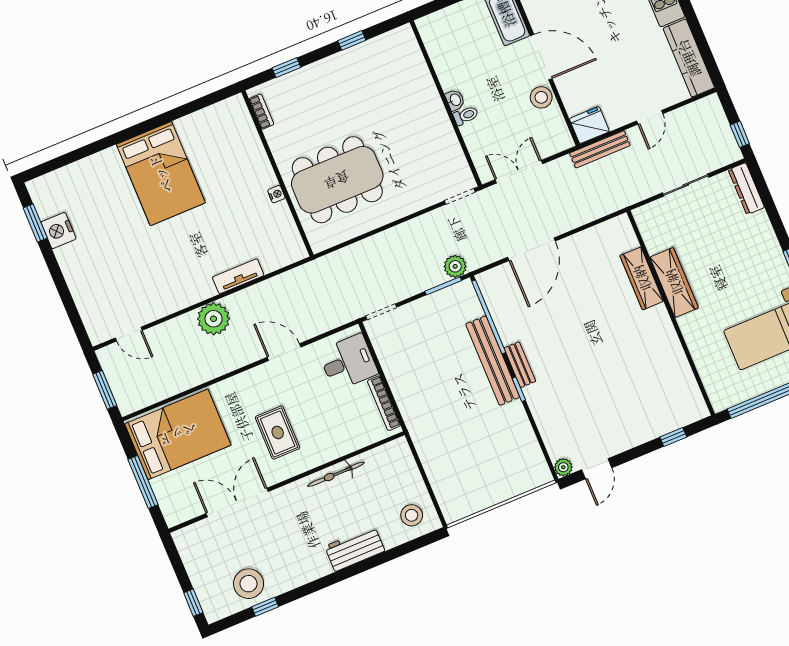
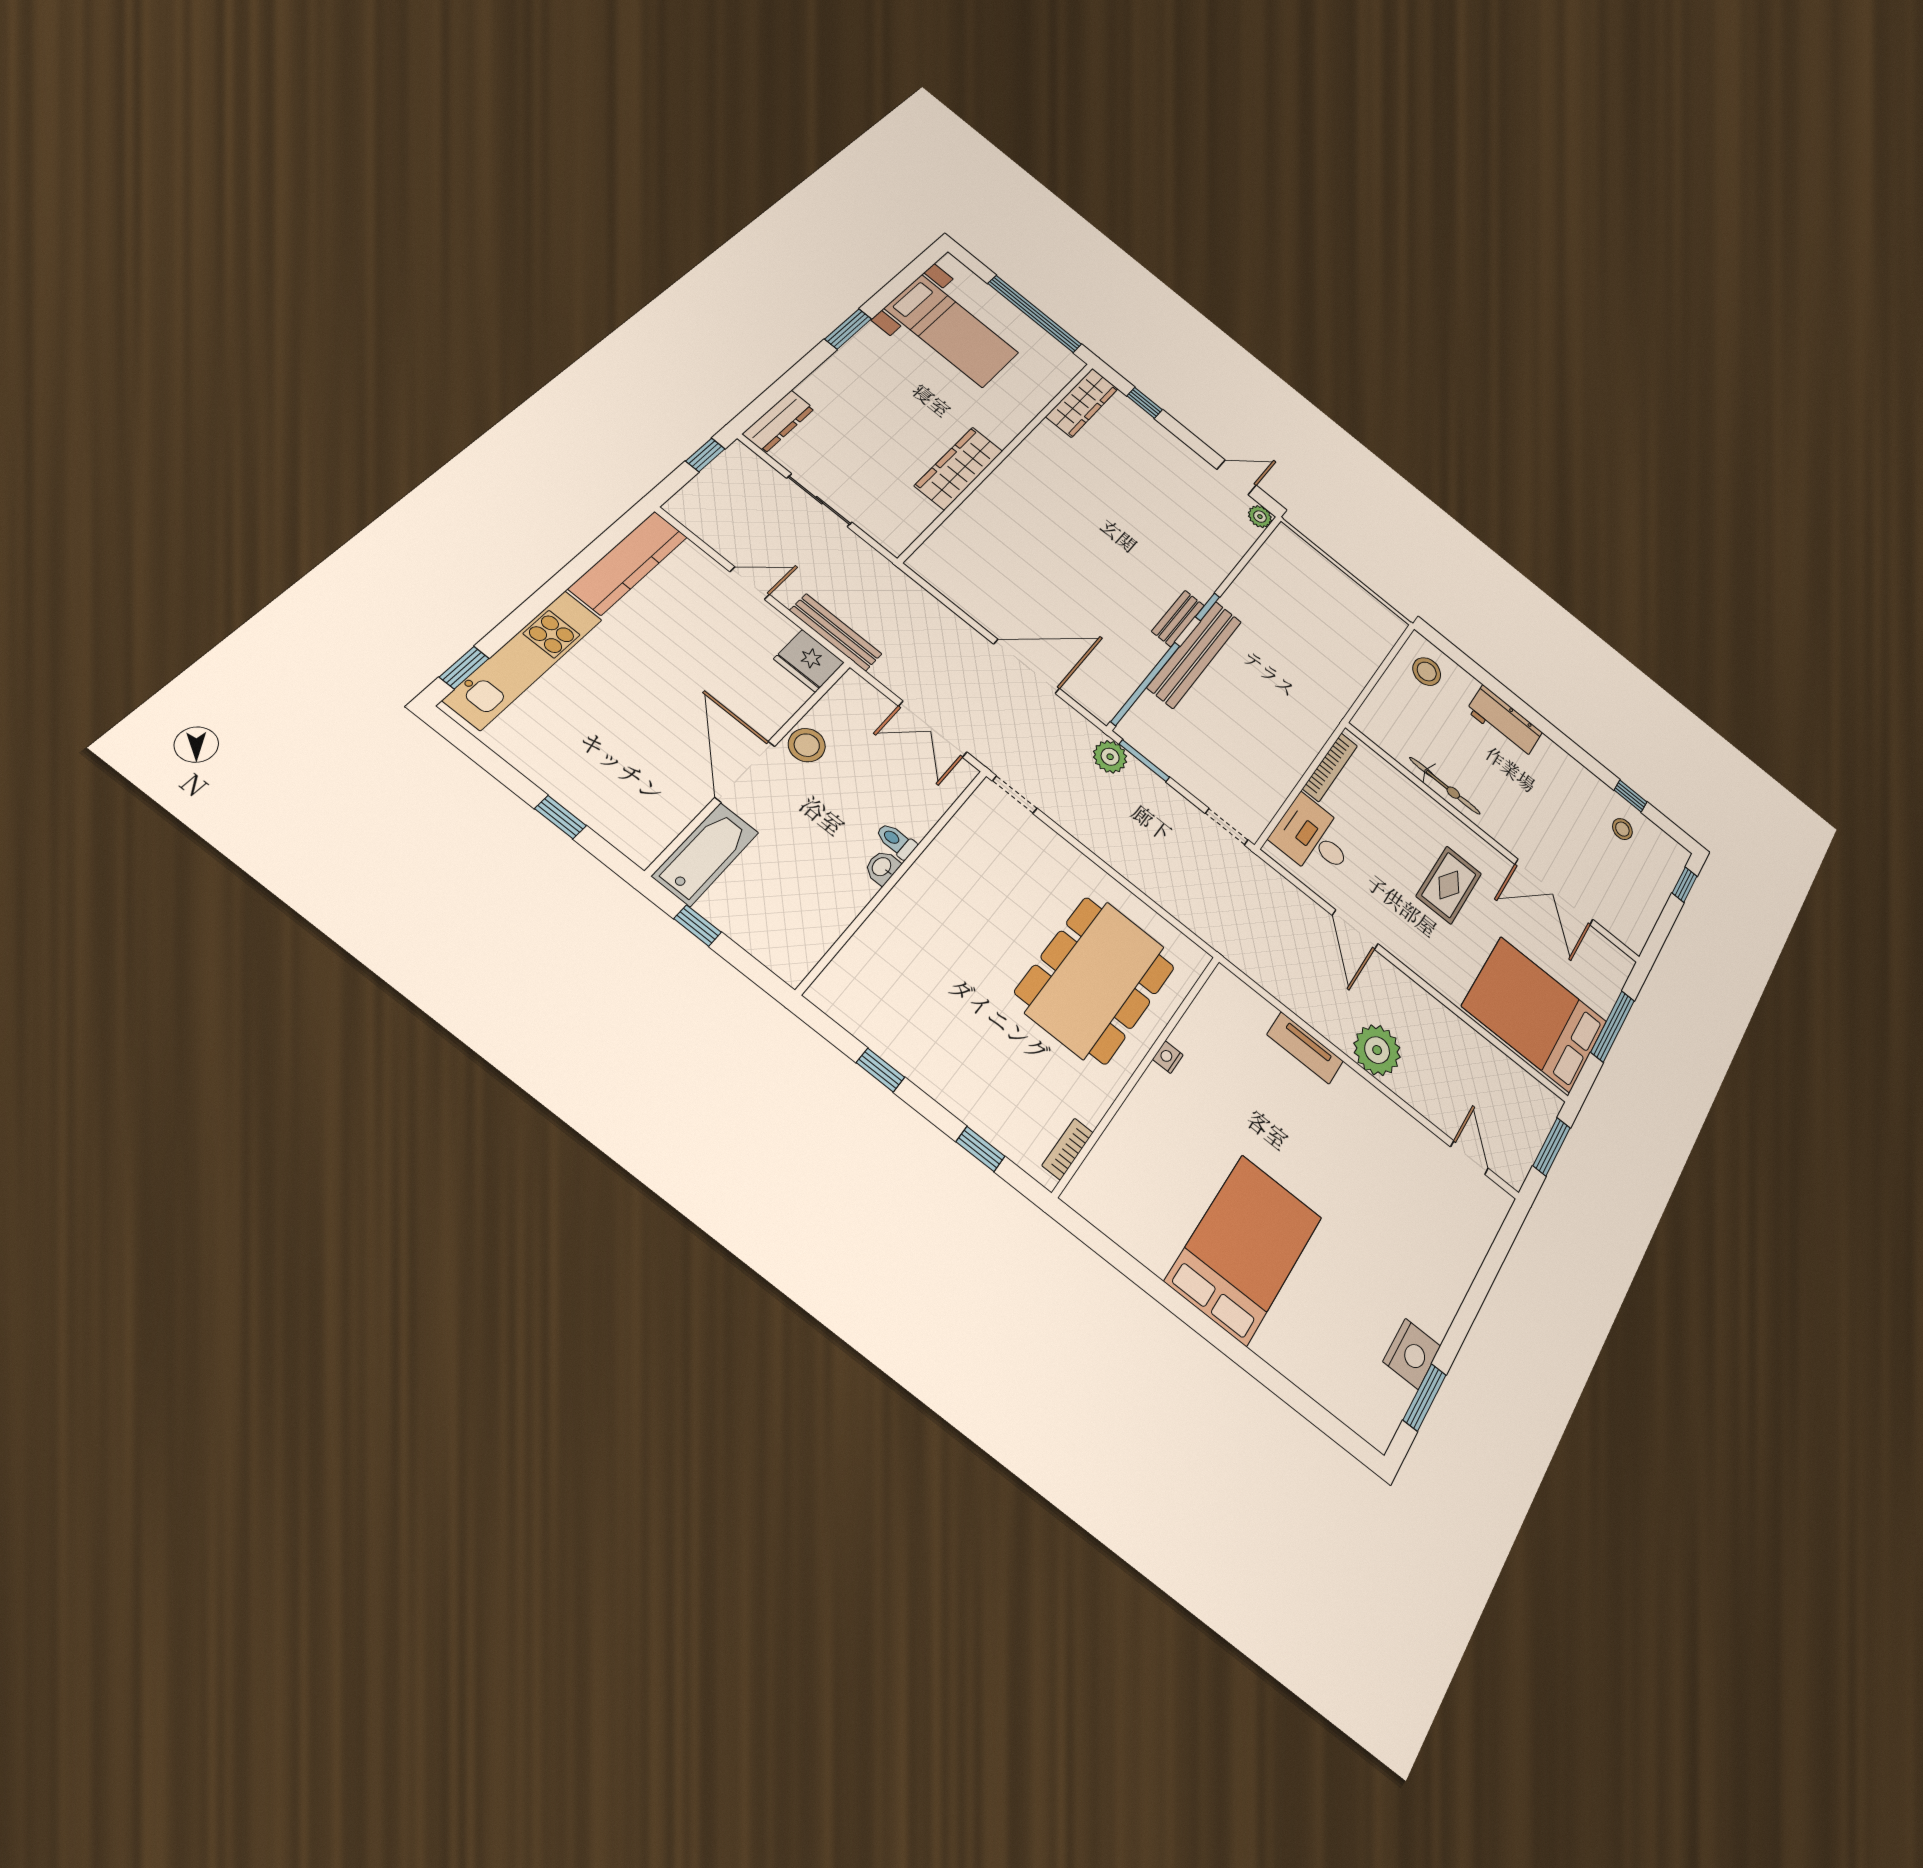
dining table: (337, 180) -> (1096, 980), turned 90
wardrobe: (642, 278) -> (1082, 403), moved
stool: (249, 584) -> (1622, 829), width x0.53, depth x0.53

